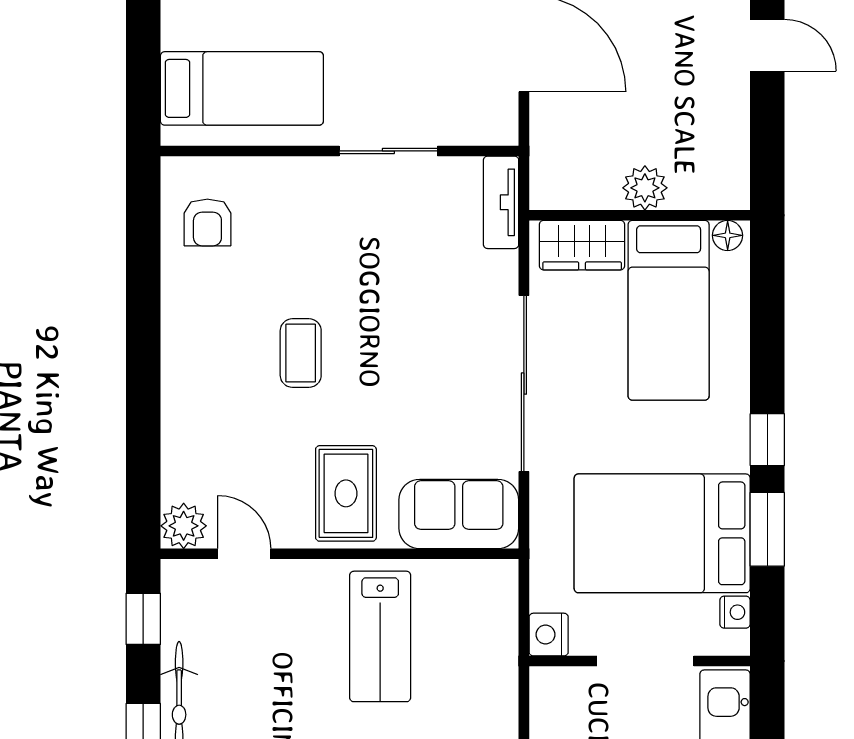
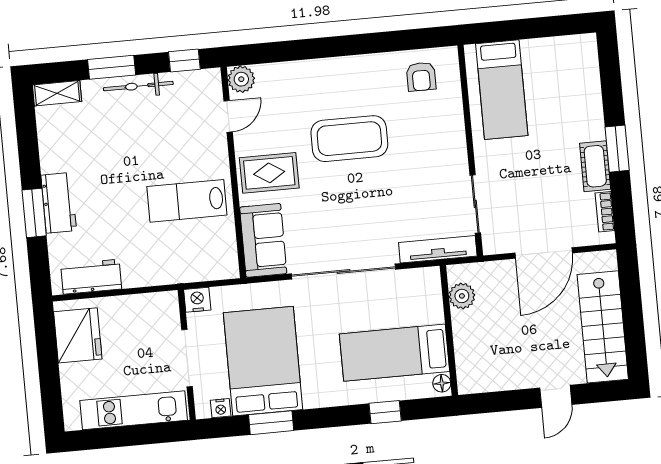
sliding door: (388, 151) -> (475, 204), moved
plant: (645, 188) -> (462, 296), moved
tv unit: (501, 202) -> (438, 249), width x1.41
armchair: (207, 222) -> (421, 77), turned -90
wardrobe: (582, 245) -> (428, 298), removed
coffee table: (301, 353) -> (349, 139), width x1.86, depth x1.72
window: (767, 440) -> (385, 412), moved

